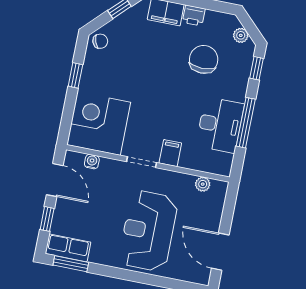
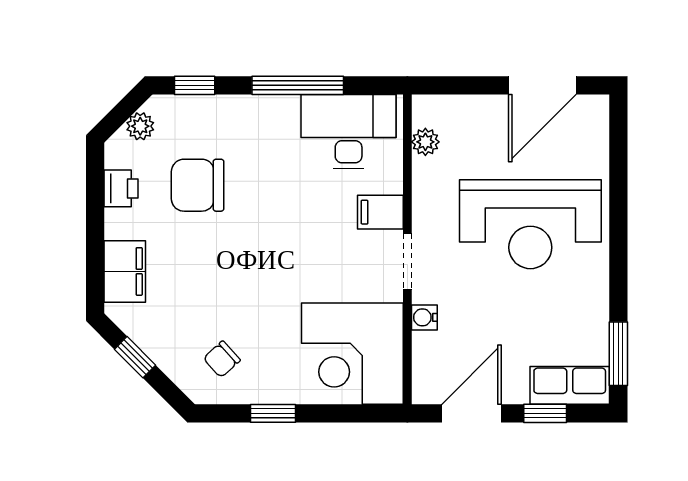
printer: (194, 15) -> (121, 188), moved
chair: (100, 41) -> (222, 359), moved, turned -112
desk: (220, 125) -> (349, 132), moved
water cooler: (92, 162) -> (424, 317), moved
row of seats: (68, 248) -> (570, 385), moved, turned 90

